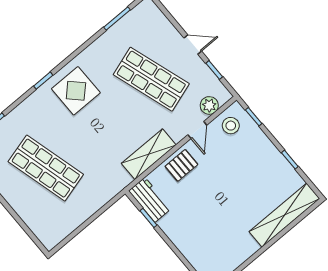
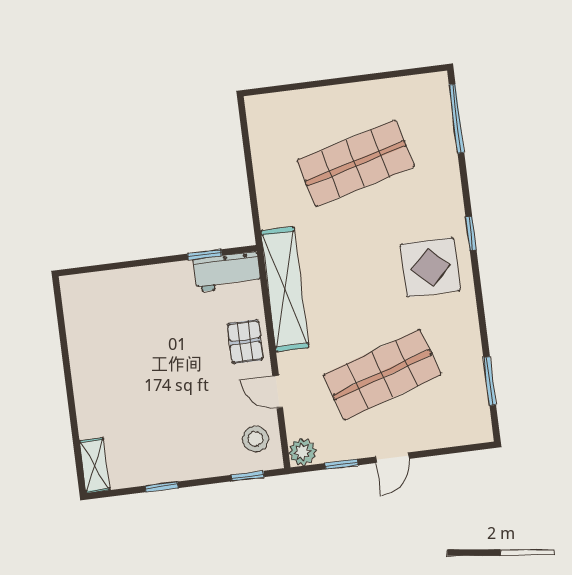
plant: (209, 105) -> (303, 452), moved
shelving: (149, 154) -> (285, 289), width x1.47
shelving: (284, 215) -> (94, 465), width x0.45, depth x0.75

